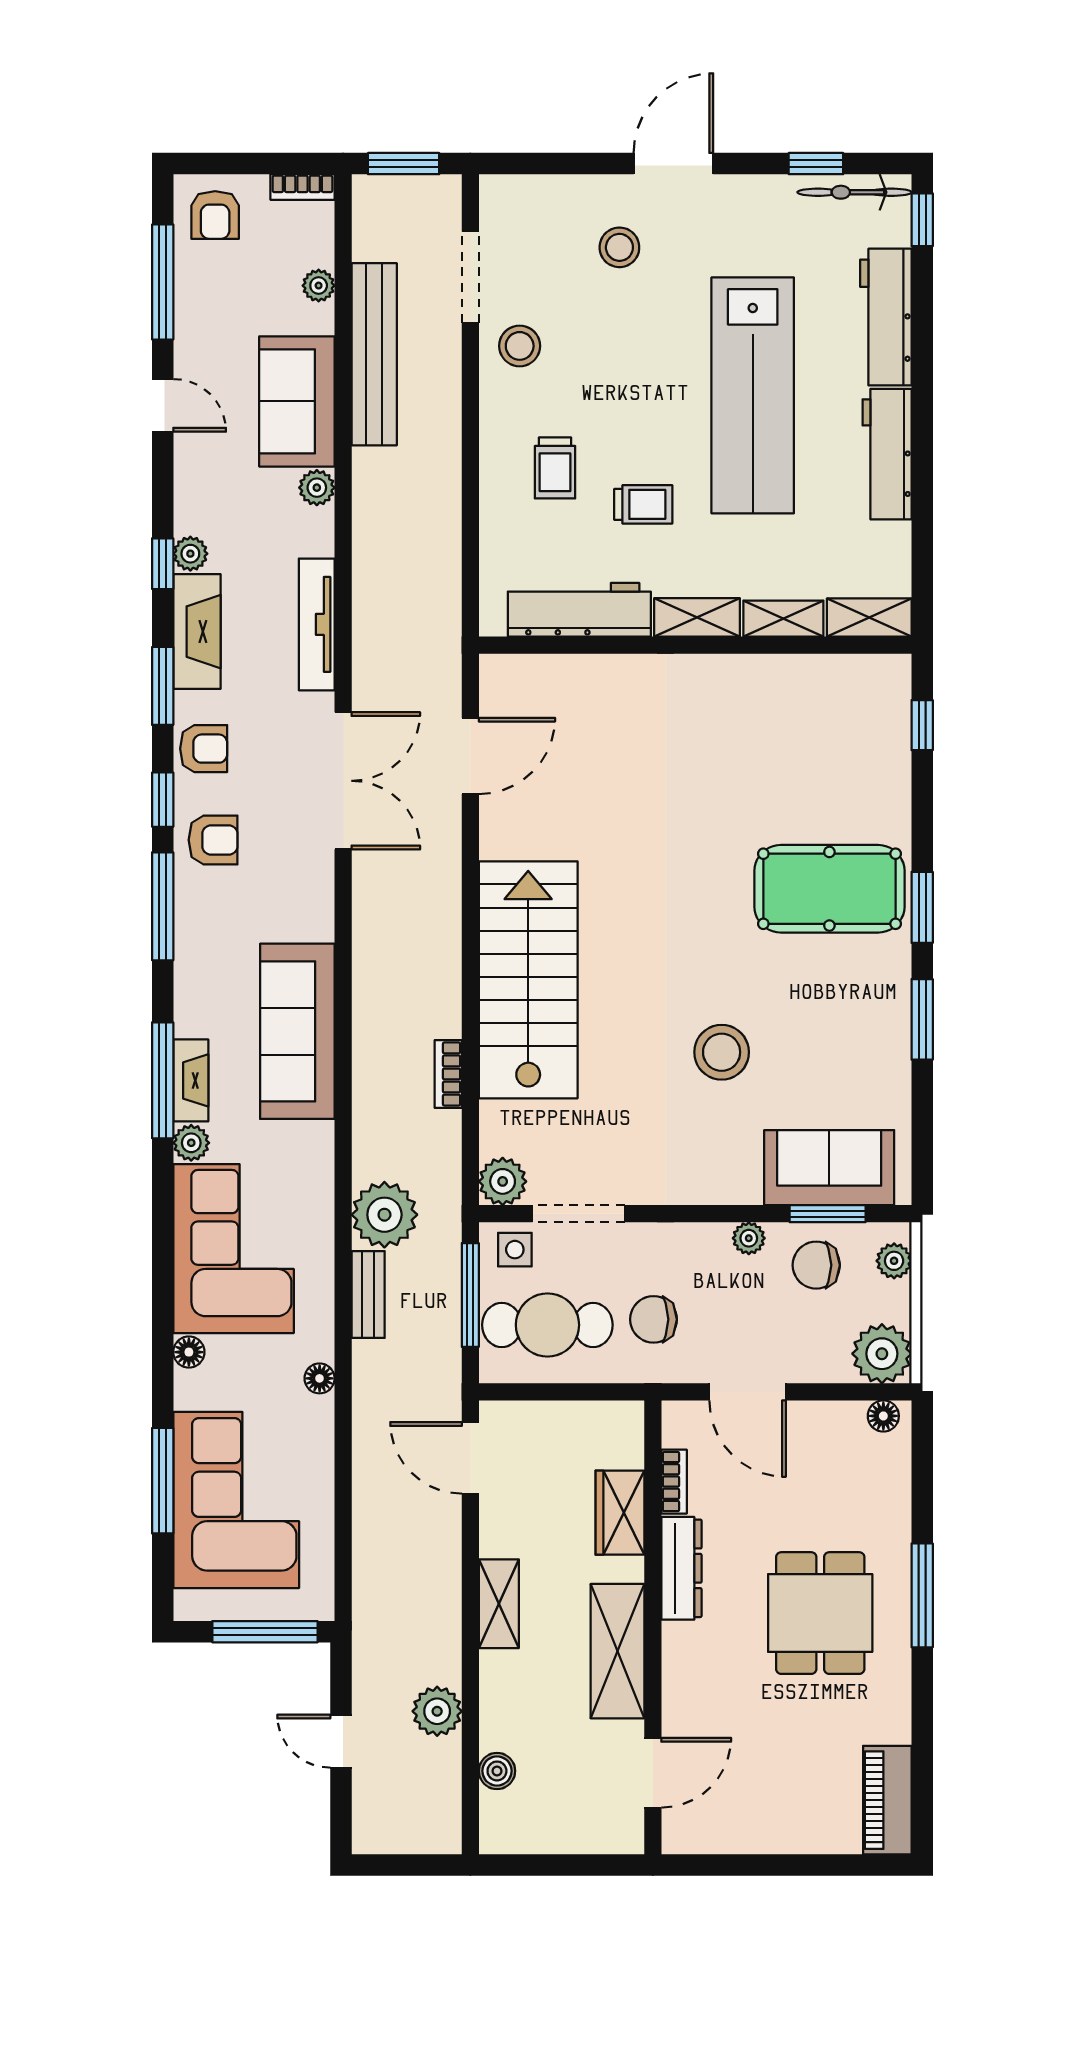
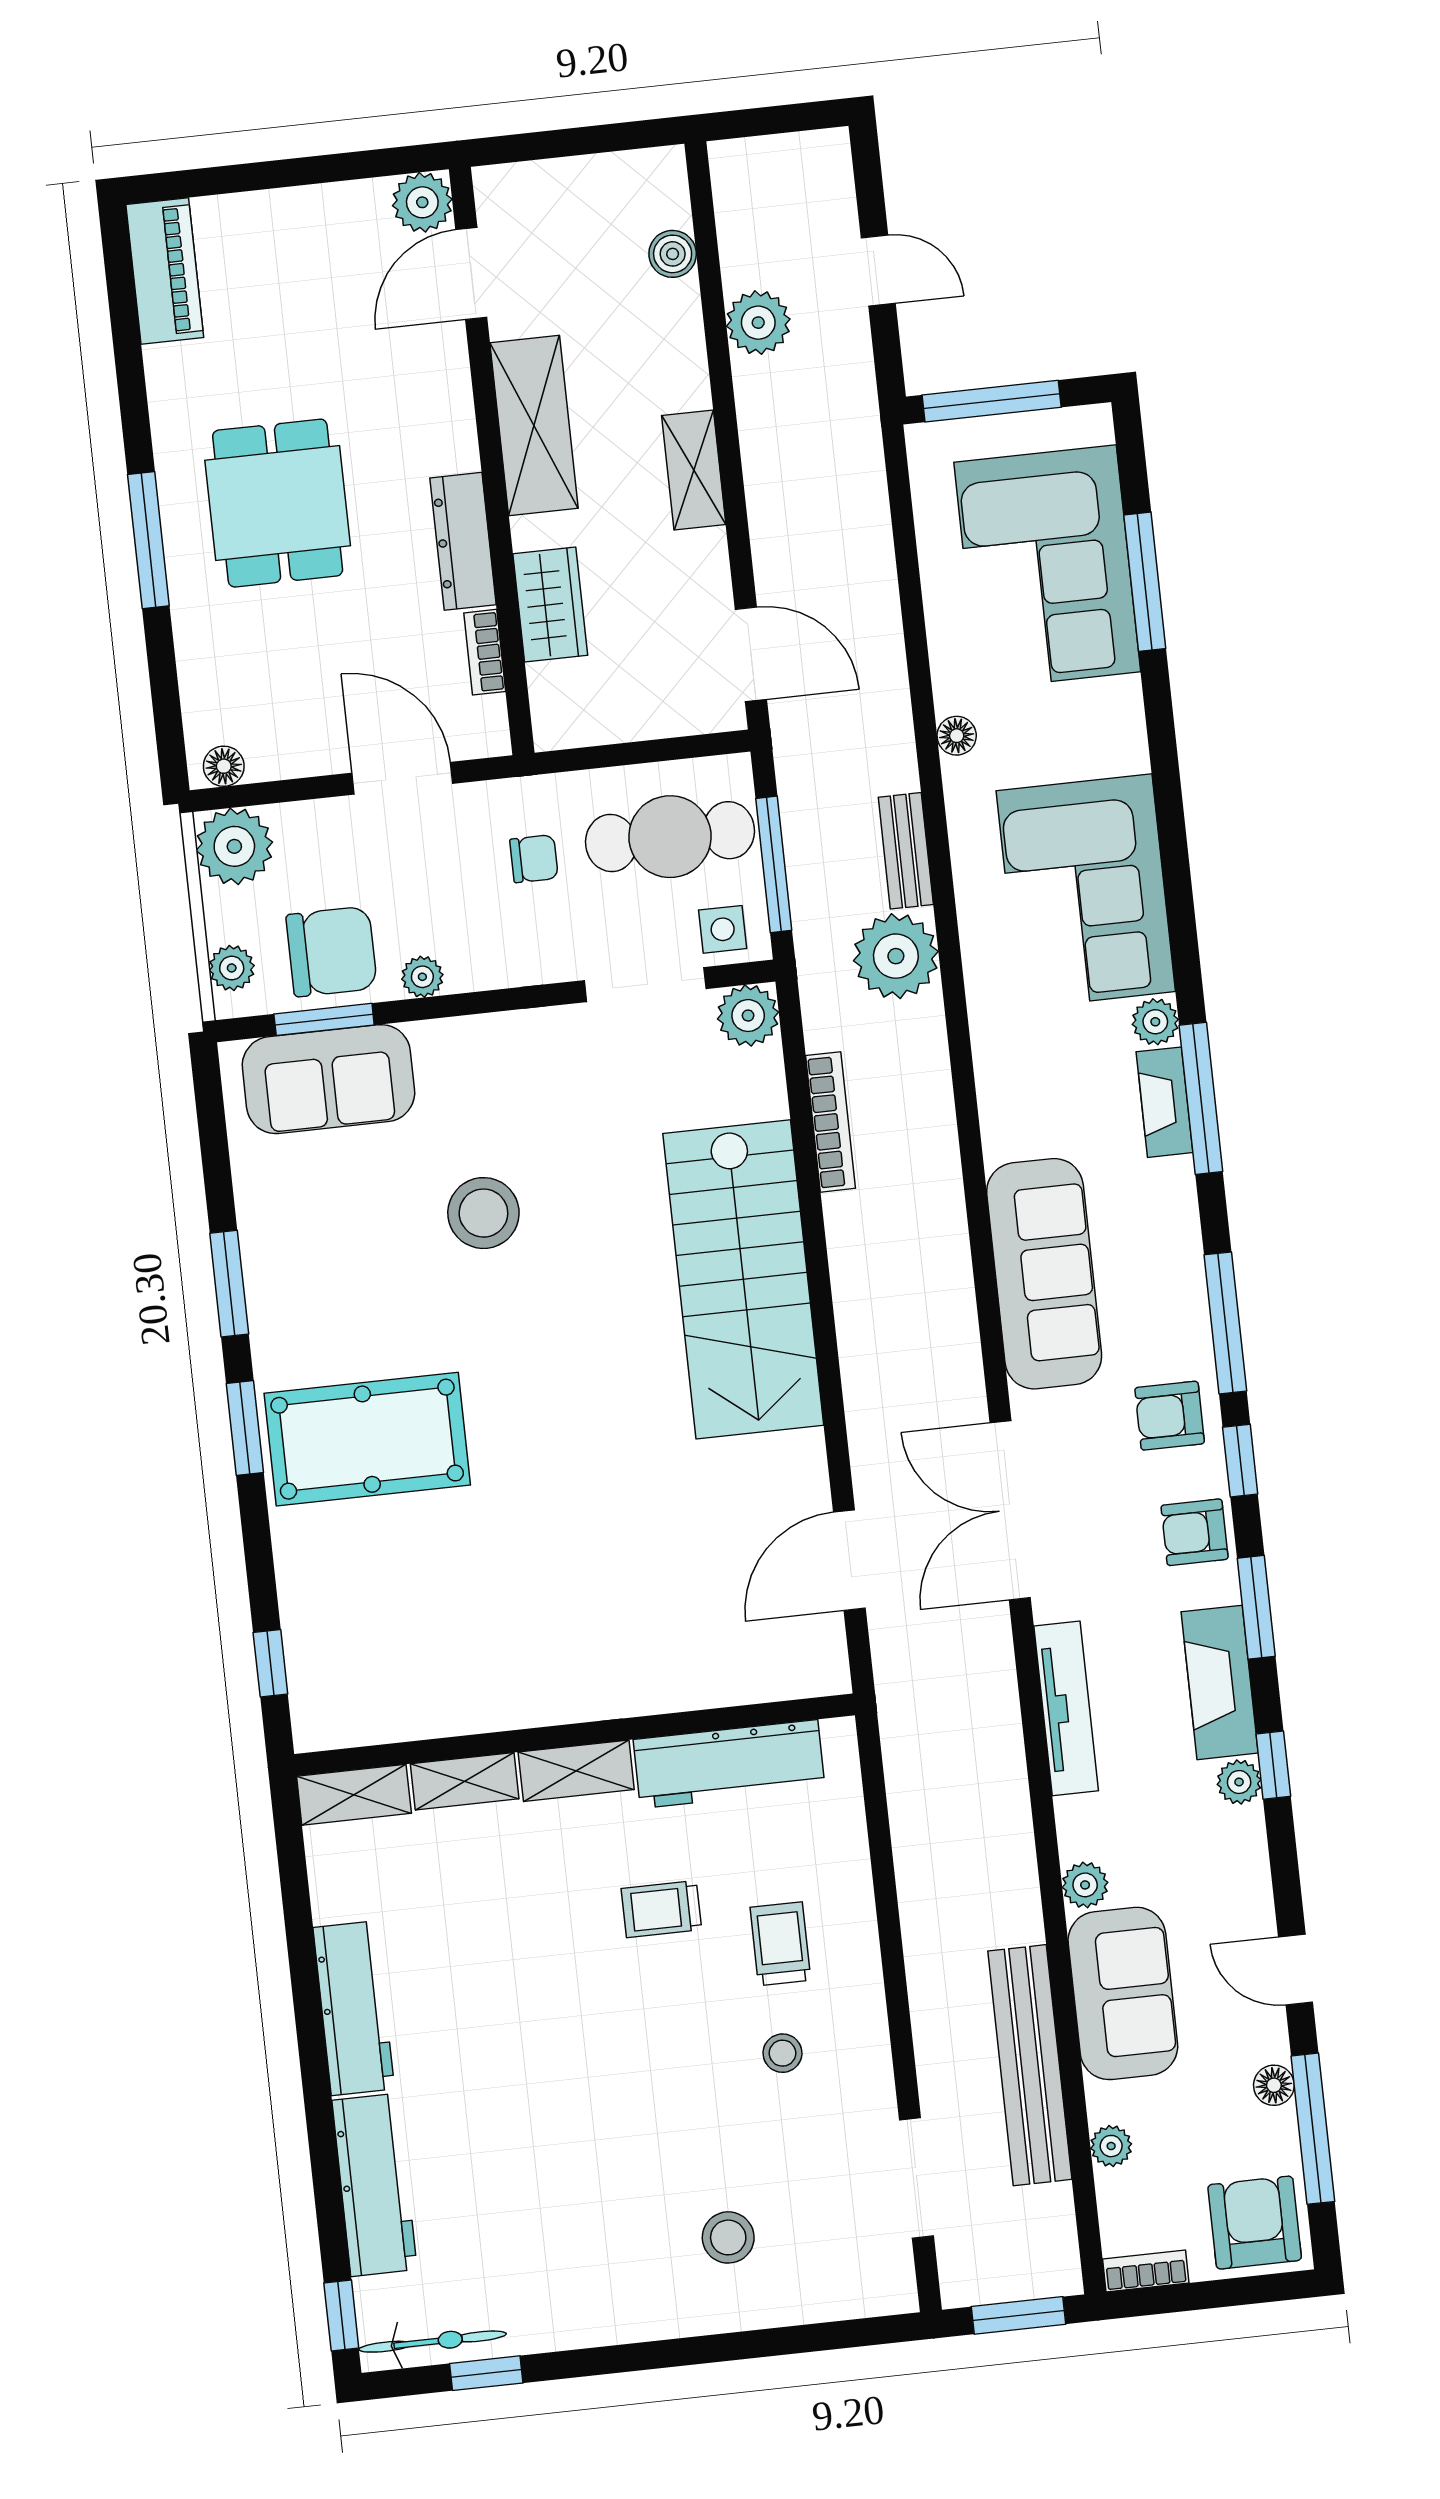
door: (673, 164) -> (670, 2353), removed
armchair: (215, 215) -> (1255, 2223), width x1.38, depth x1.38
stool: (520, 346) -> (782, 2053), moved, width x0.73, depth x0.73
lab bench: (753, 395) -> (535, 2065), removed
sofa: (297, 1031) -> (1044, 1274), moved
bookcase: (448, 1074) -> (831, 1122), width x1.56
chair: (816, 1265) -> (332, 952), width x1.37, depth x1.37
chair: (654, 1319) -> (534, 859), width x0.73, depth x0.73
floor lamp: (189, 1352) -> (1274, 2085), moved
plant: (684, 1831) -> (422, 202), added

